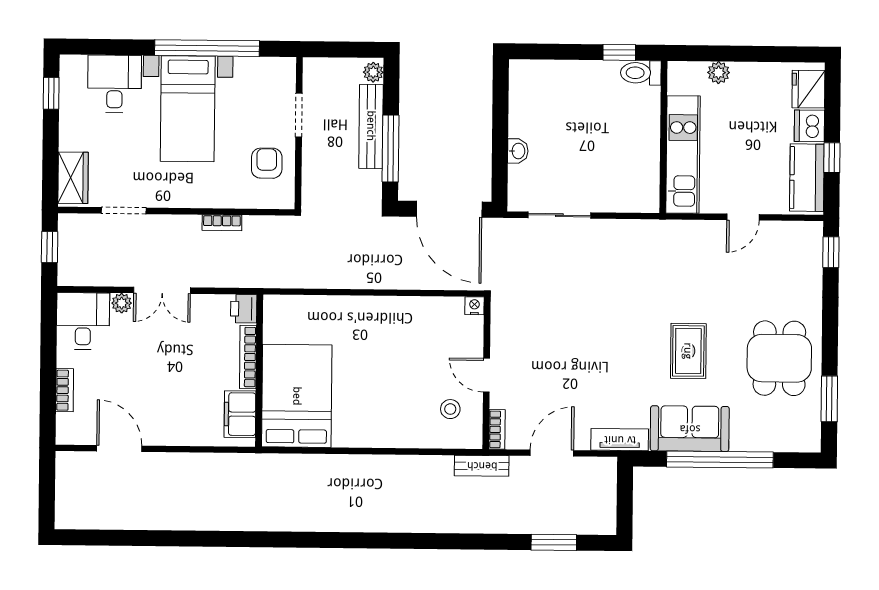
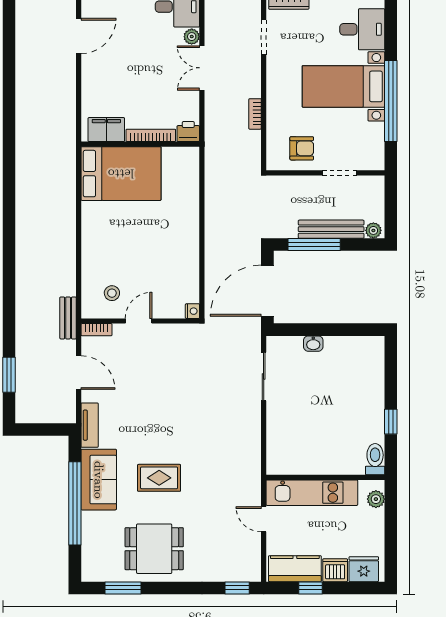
toilet: (641, 73) -> (375, 459), moved
wall: (663, 137) -> (325, 477), moved
kitchen unit: (683, 155) -> (312, 493), moved

